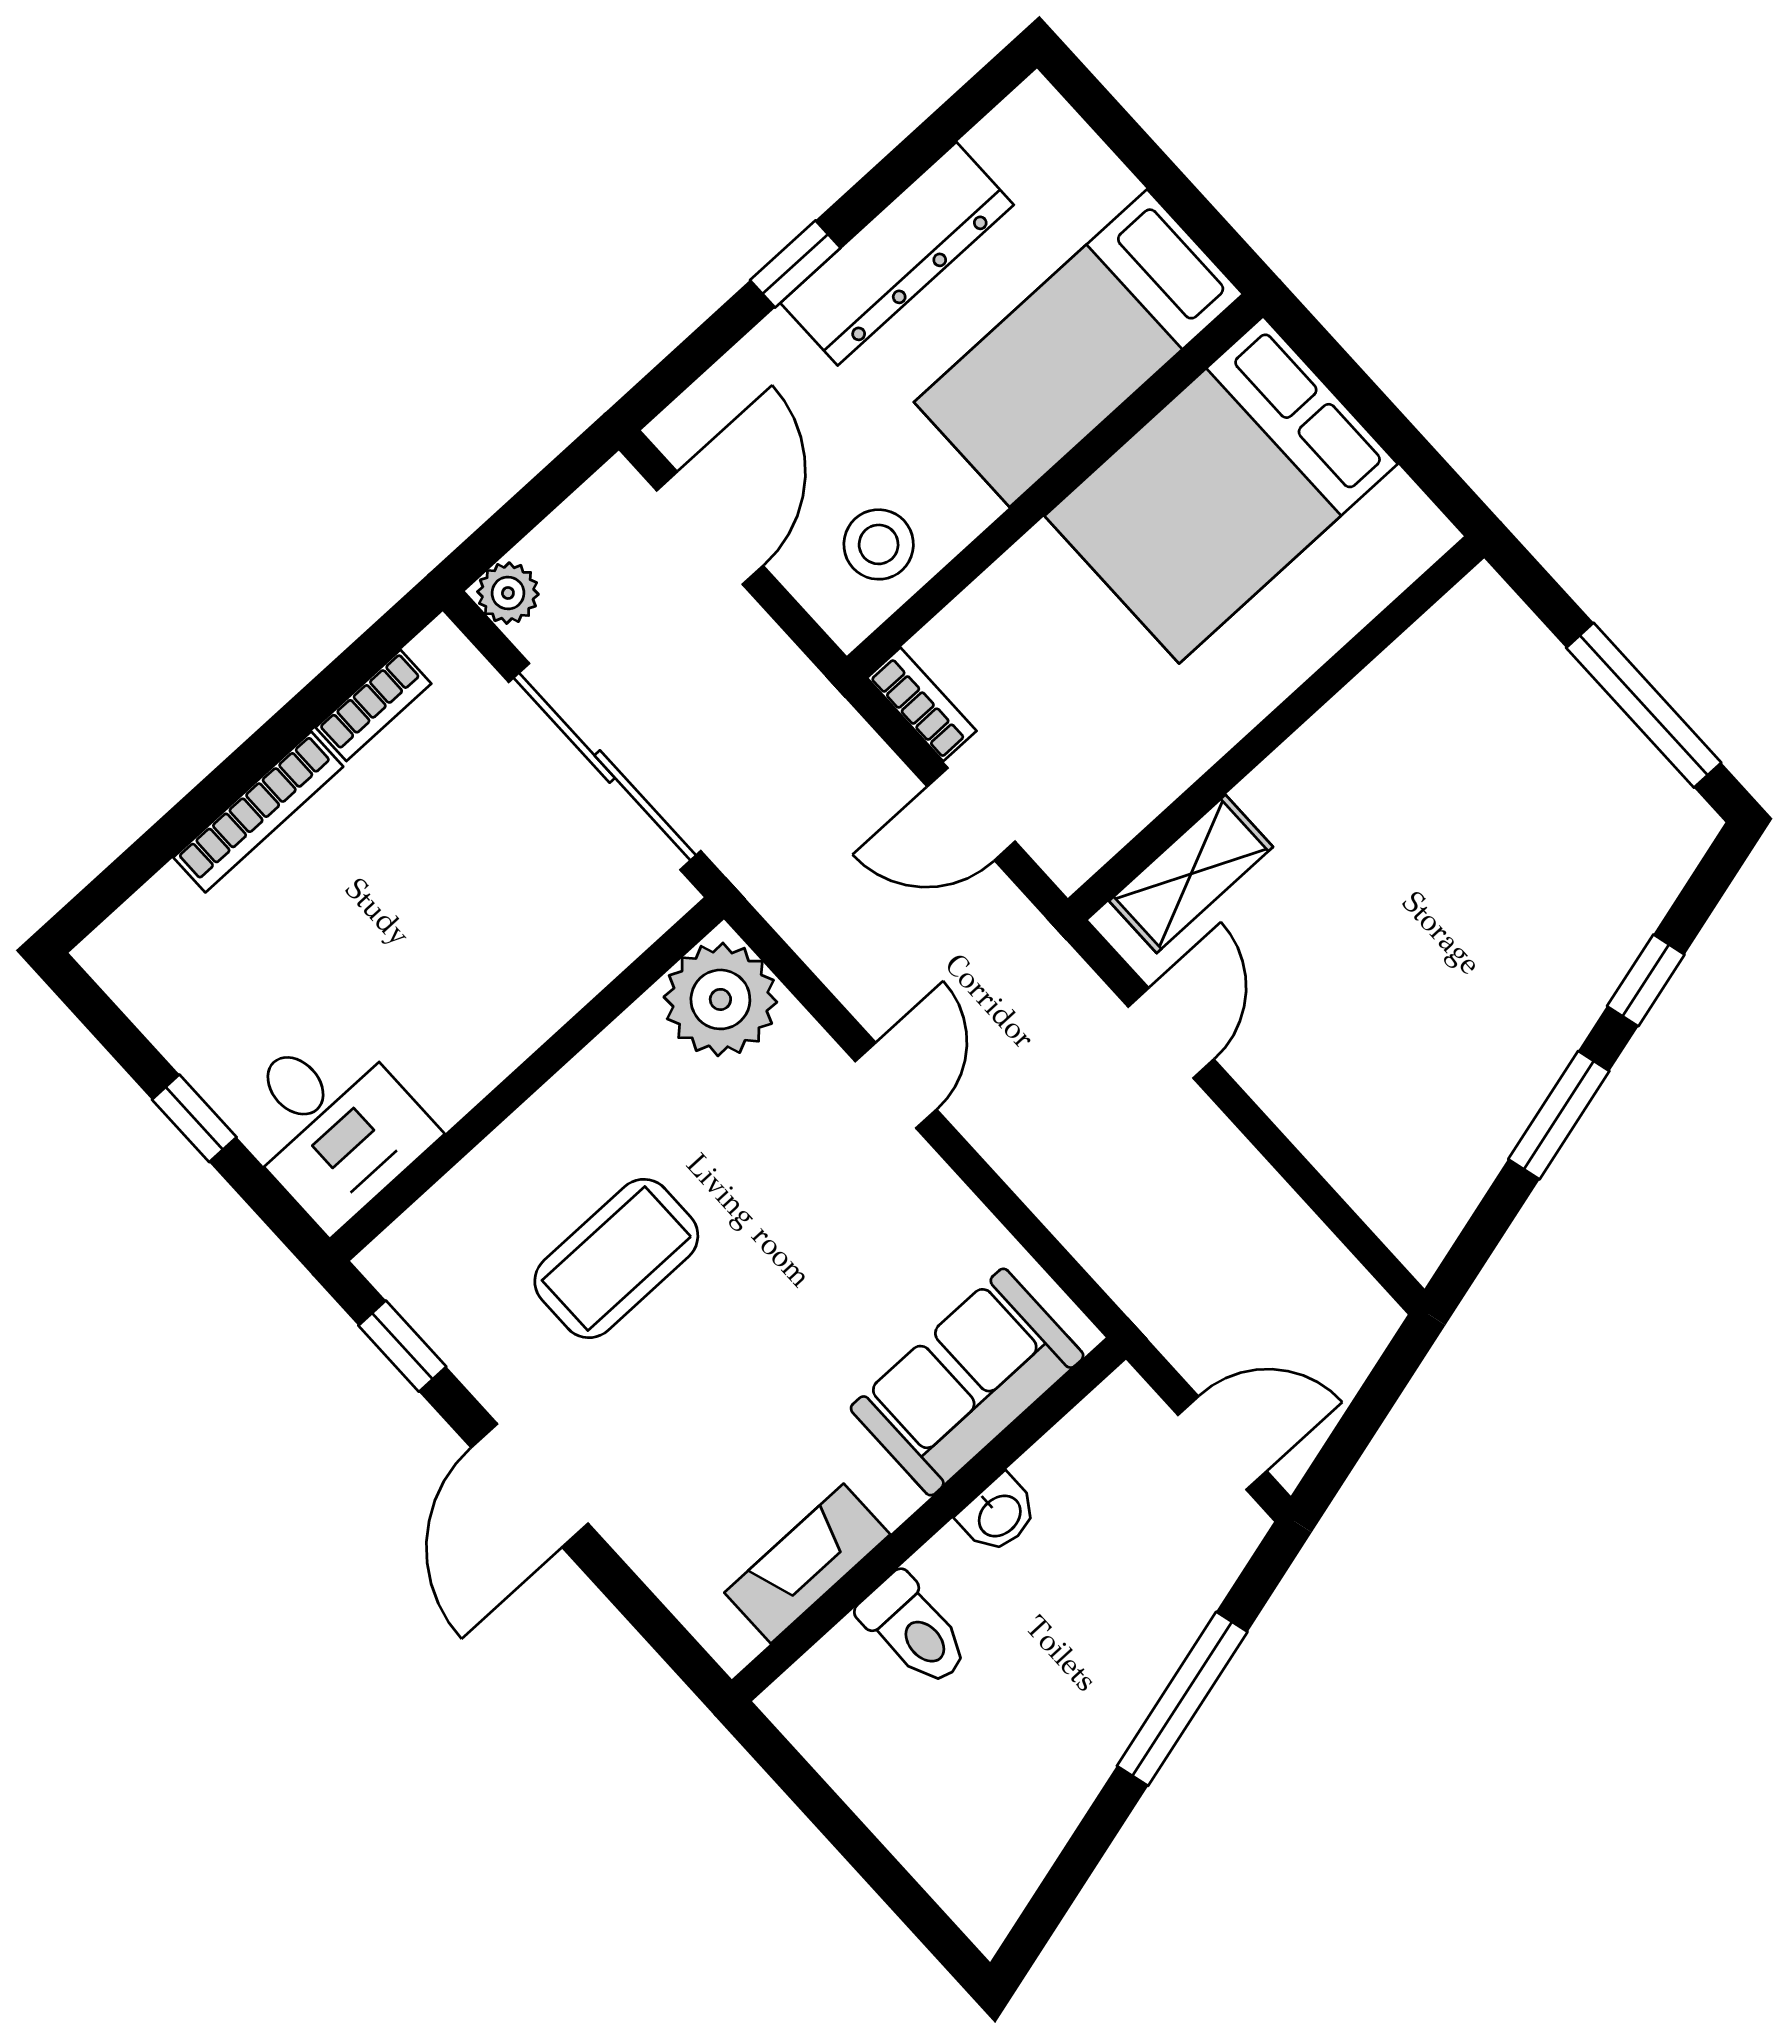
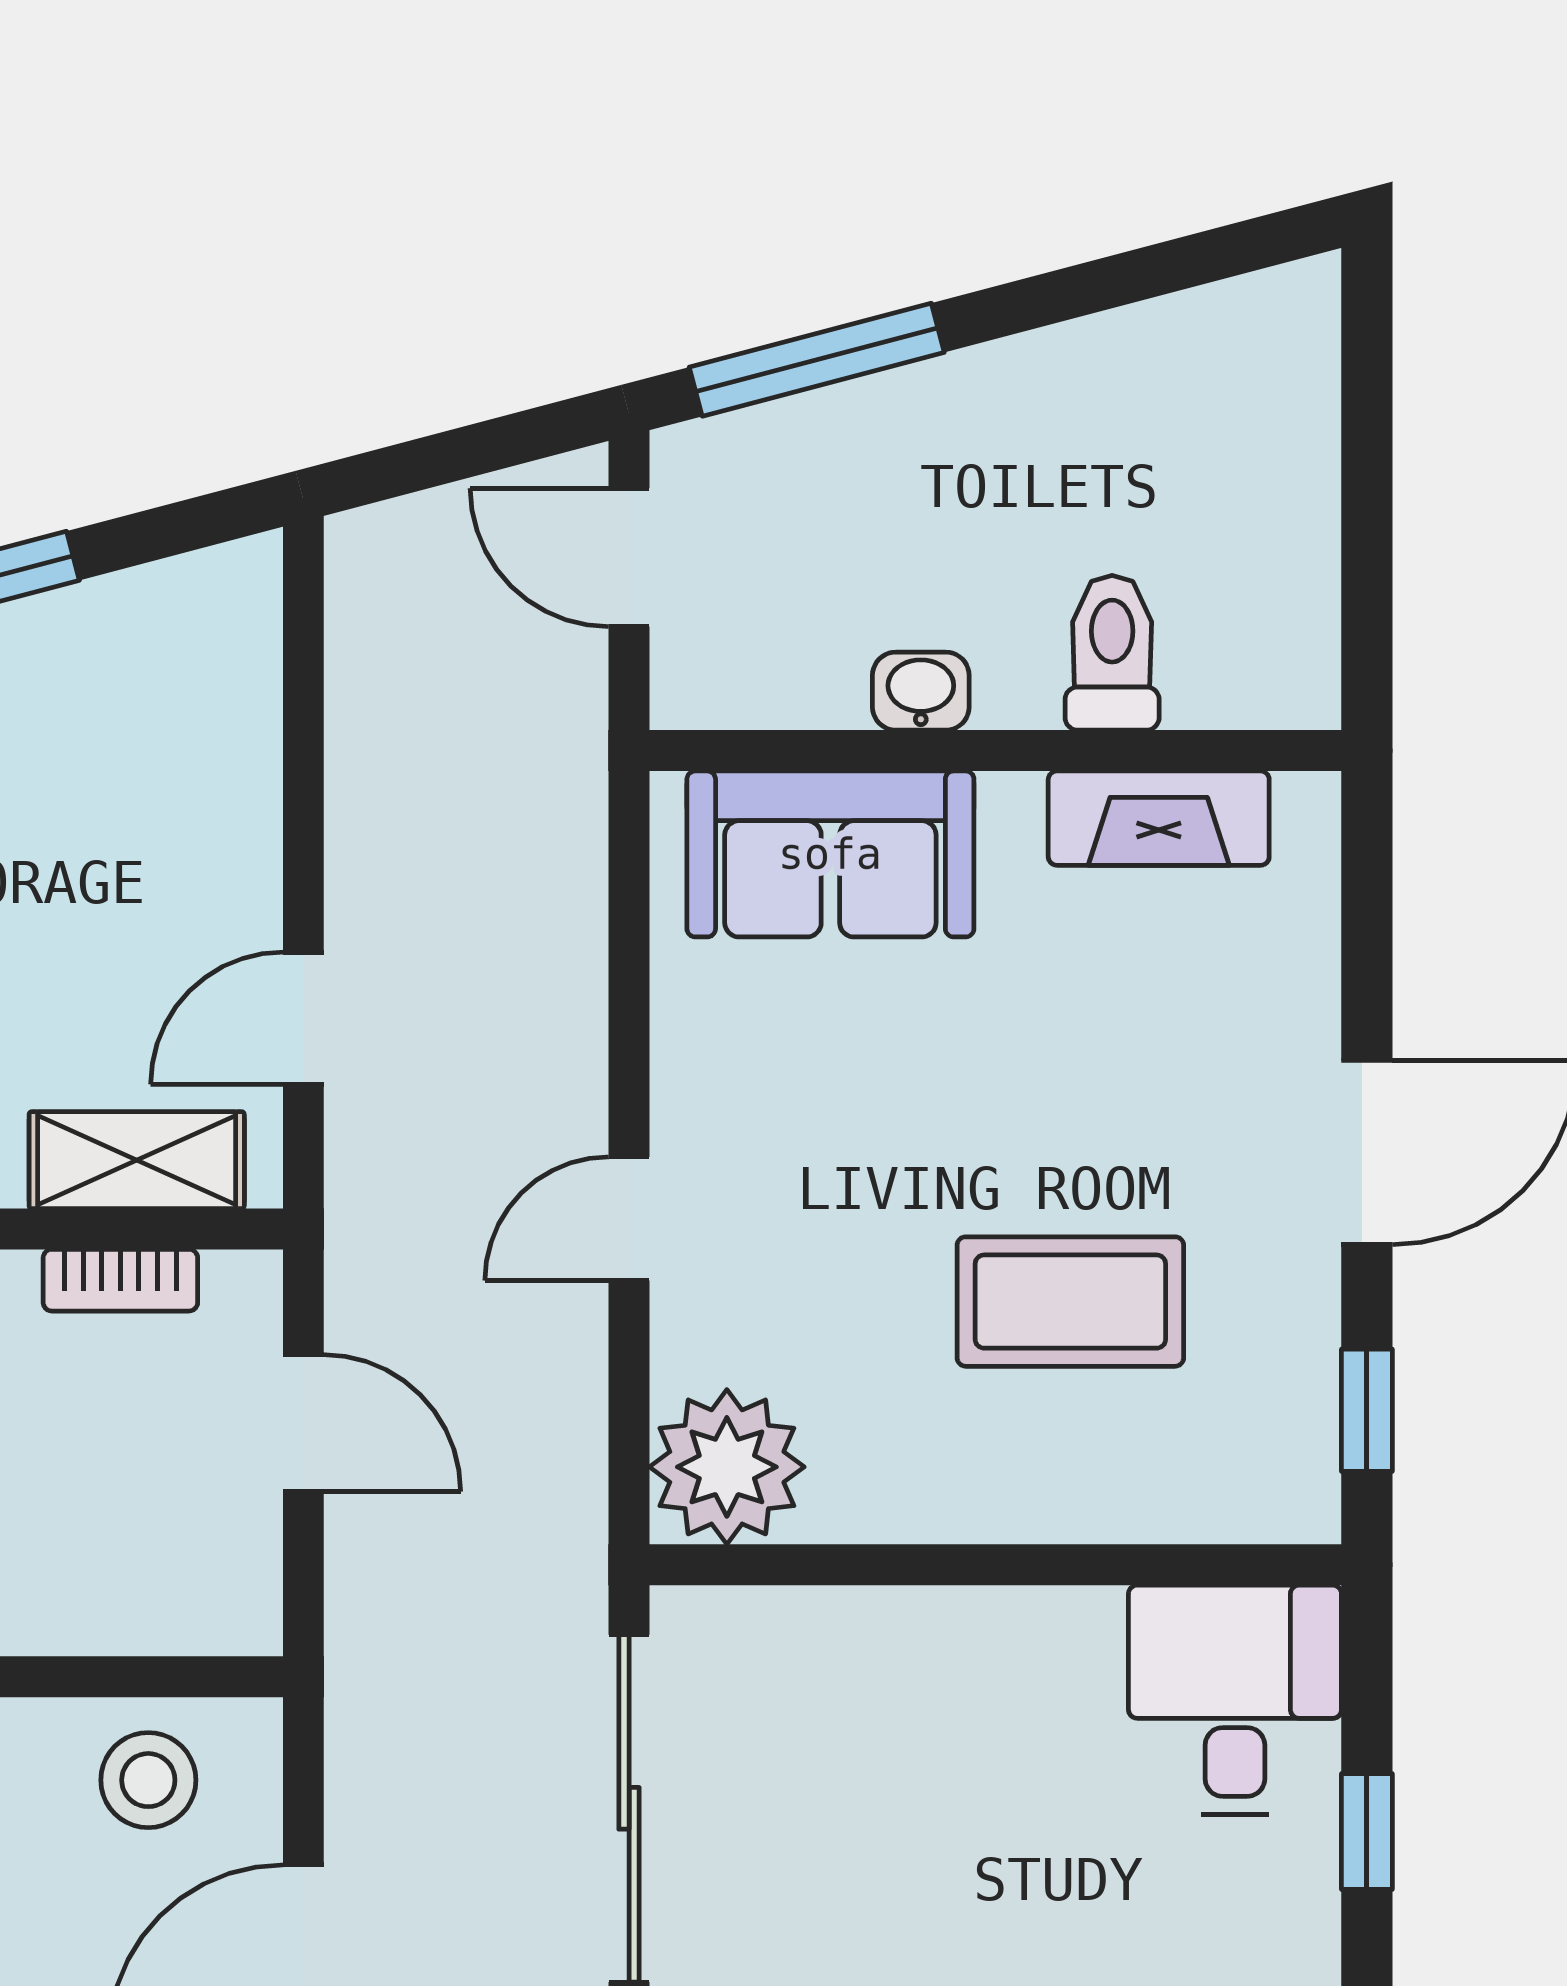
bookcase: (922, 704) -> (120, 1280), moved, turned -90
window: (1182, 1699) -> (817, 360), moved

